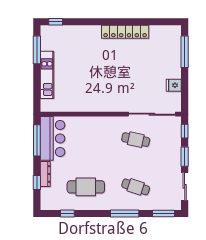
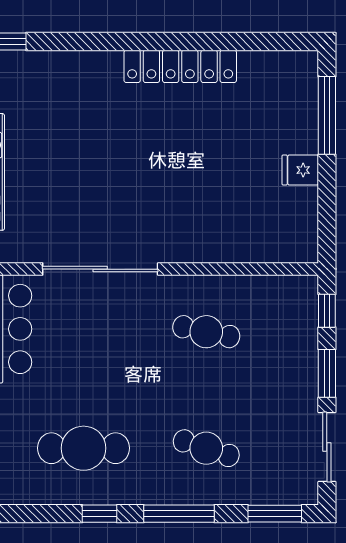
fridge: (174, 85) -> (300, 170), moved
sliding door: (152, 114) -> (100, 269), moved
window: (67, 213) -> (100, 514), moved

